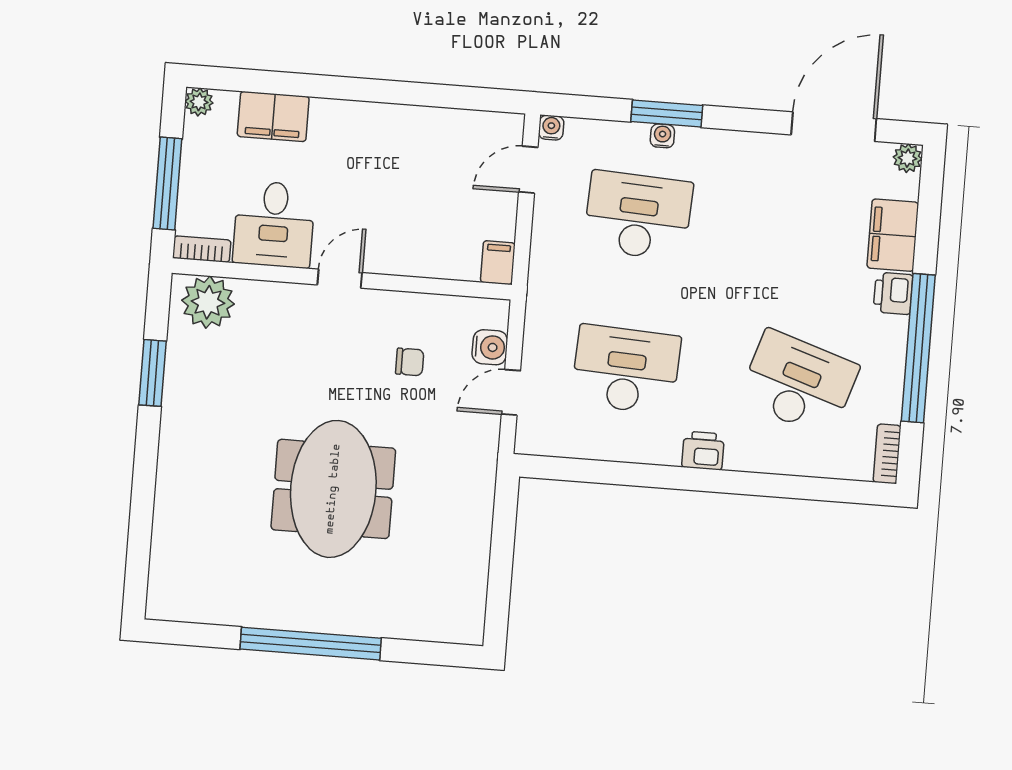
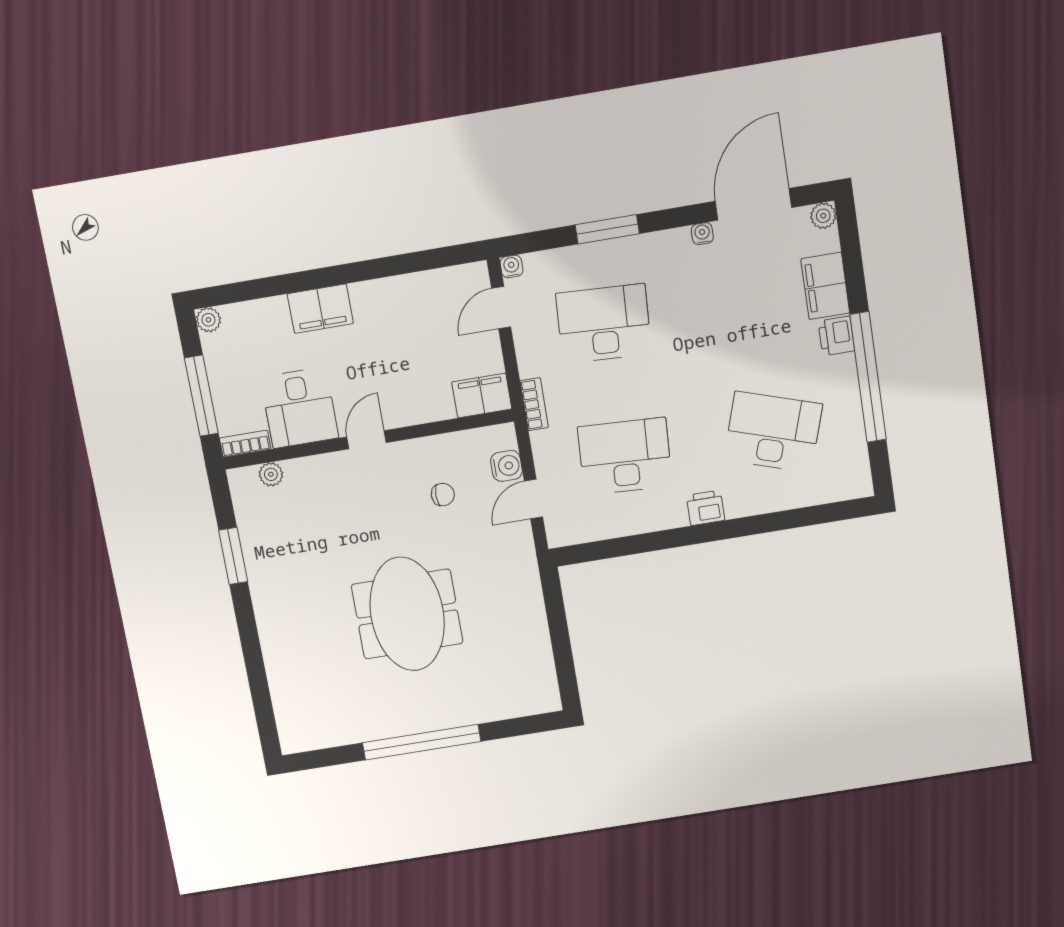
filing cabinet: (273, 117) -> (320, 309), moved
water cooler: (662, 136) -> (702, 234), moved
filing cabinet: (498, 263) -> (482, 395), width x2.00
plant: (208, 302) -> (271, 474), width x0.53, depth x0.53
bookcase: (887, 454) -> (534, 404), moved, turned 180

